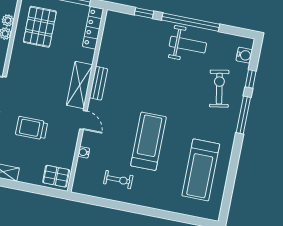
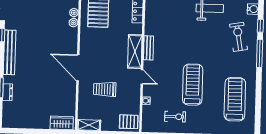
treadmill: (201, 170) -> (235, 99), turned 180

